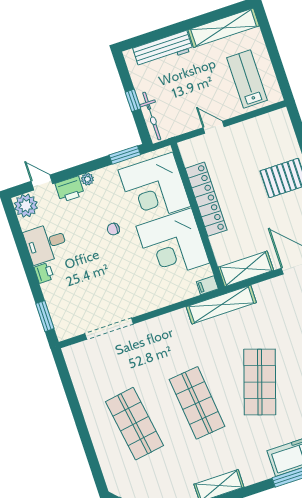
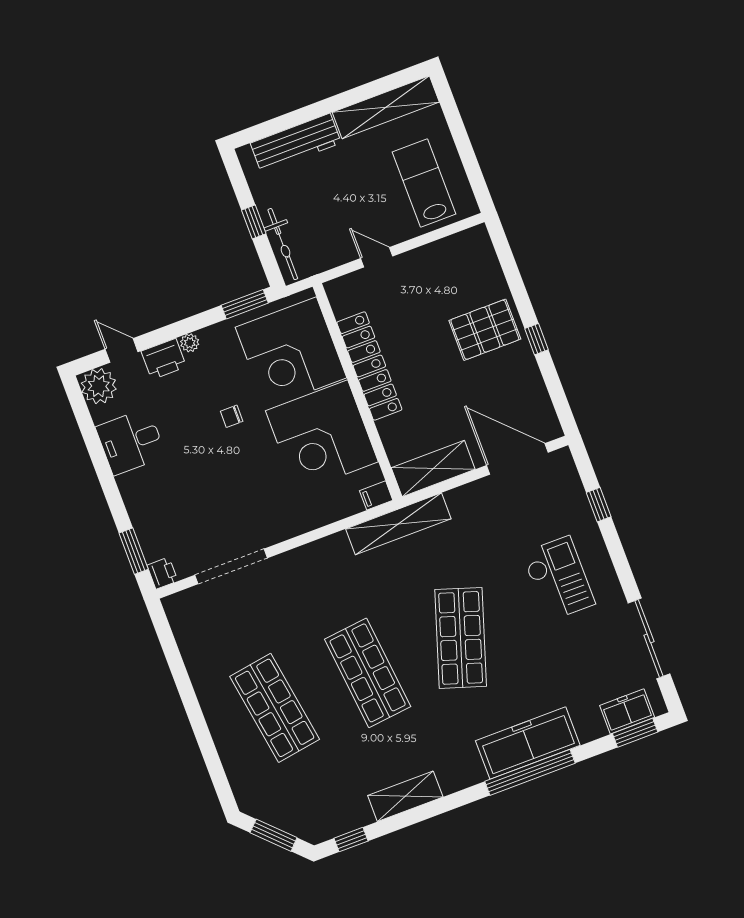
printer: (44, 273) -> (162, 573), moved

